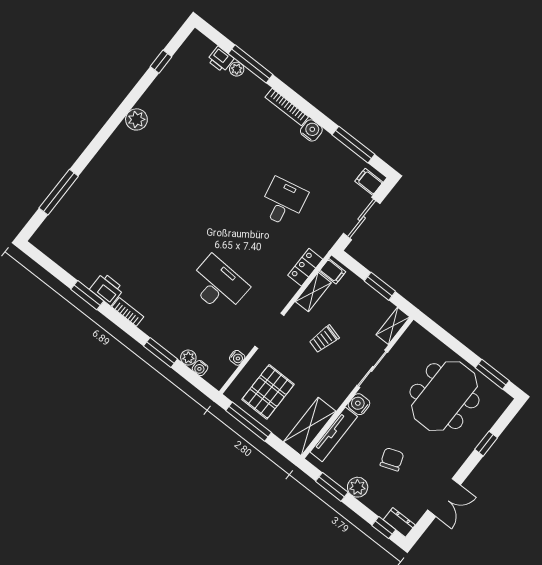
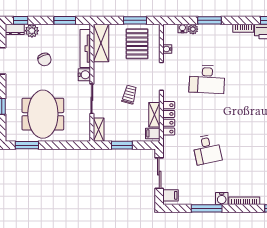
window: (353, 145) -> (207, 208), moved
locker: (305, 267) -> (169, 118), width x1.53
window: (249, 422) -> (135, 20), width x0.69
plant: (358, 487) -> (32, 31), moved

